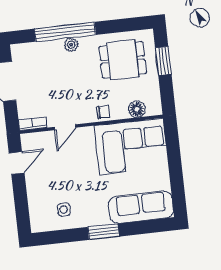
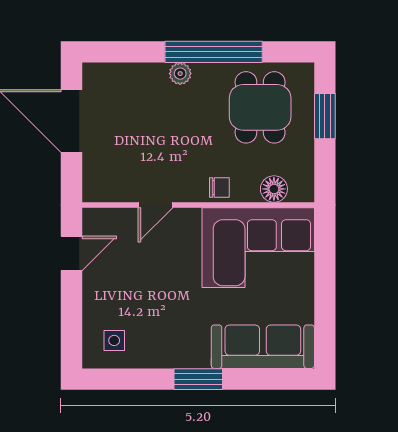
window: (65, 32) -> (214, 52), moved
dining table: (123, 60) -> (260, 107), turned 90
bookcase: (33, 124) -> (104, 194), removed
side table: (64, 210) -> (114, 340), moved

